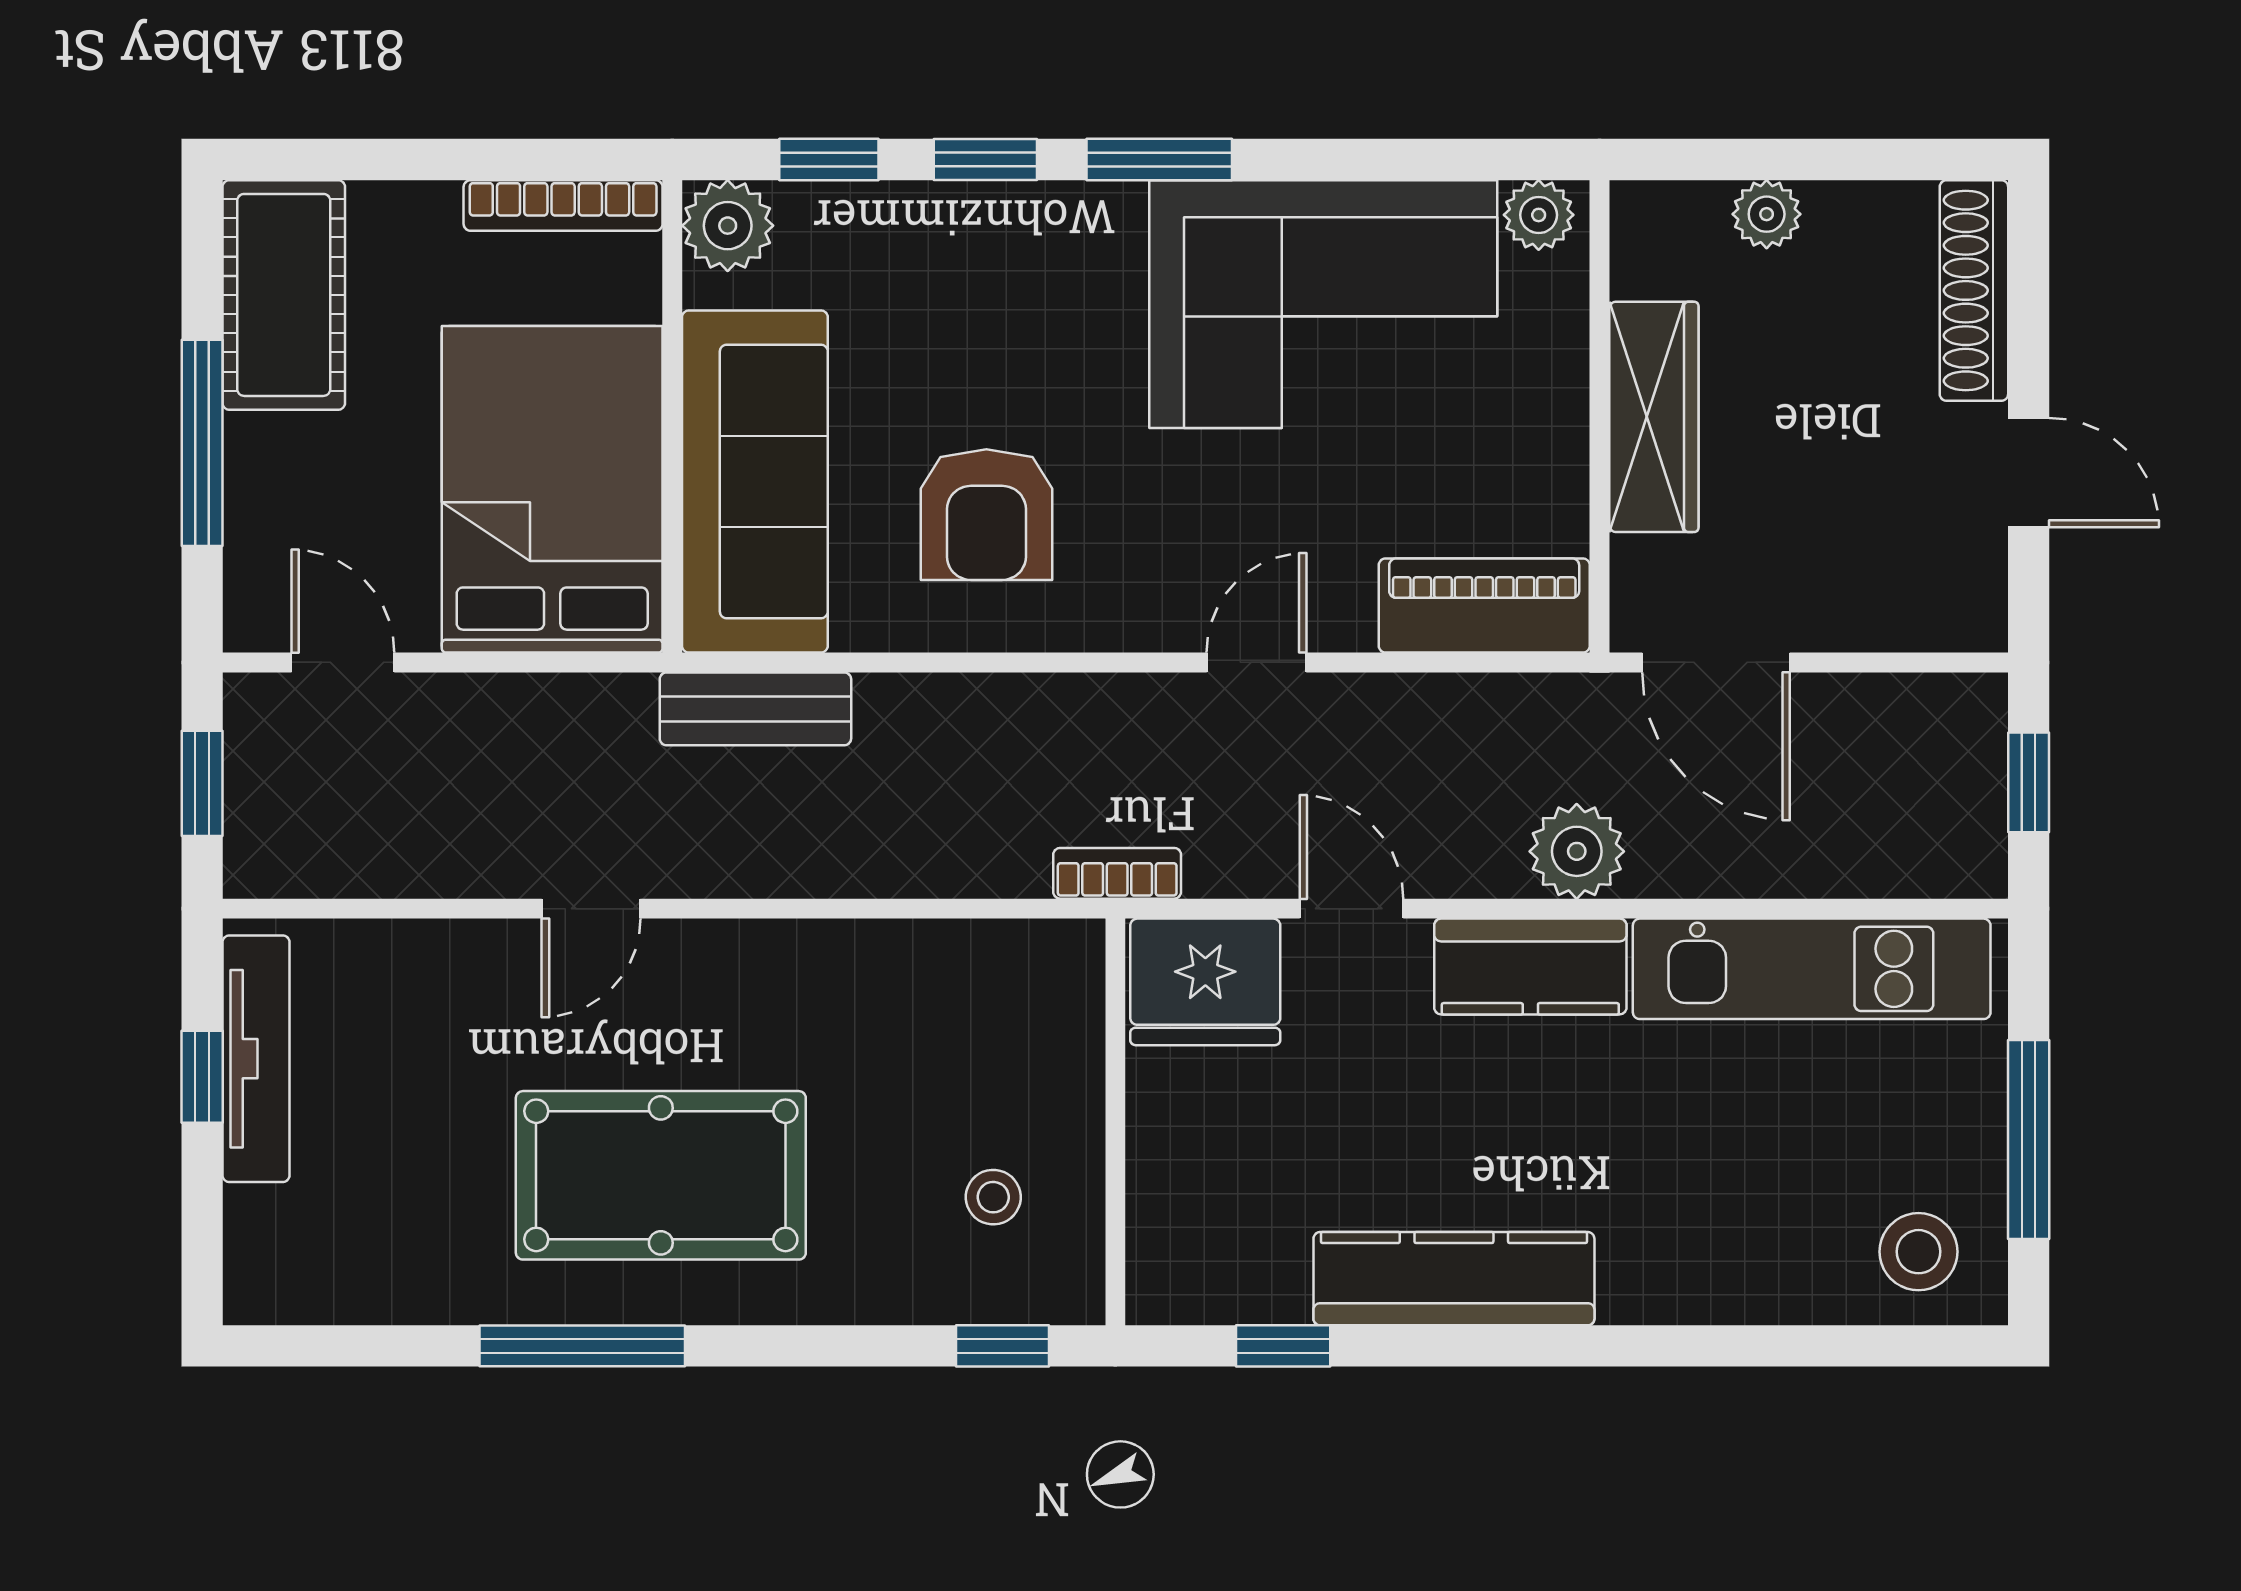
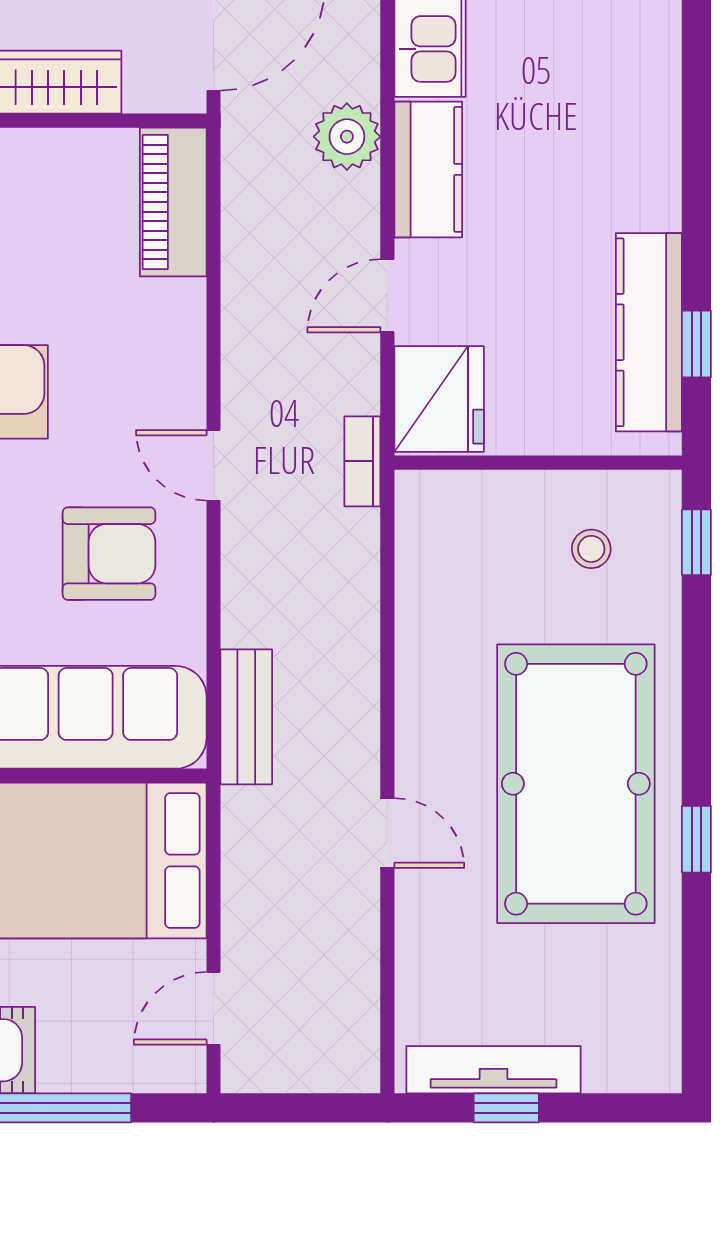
door: (1257, 662) -> (214, 465), moved
window: (202, 783) -> (299, 1108), removed
pool table: (661, 1175) -> (576, 784), width x1.36, depth x1.32
kitchen counter: (1454, 1279) -> (649, 332), moved
window: (582, 1346) -> (696, 839), width x0.46

